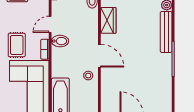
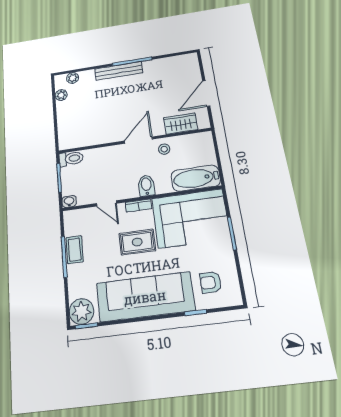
wardrobe: (108, 20) -> (181, 124), moved
bench: (166, 32) -> (119, 71), moved
bidet: (60, 41) -> (146, 186), moved

